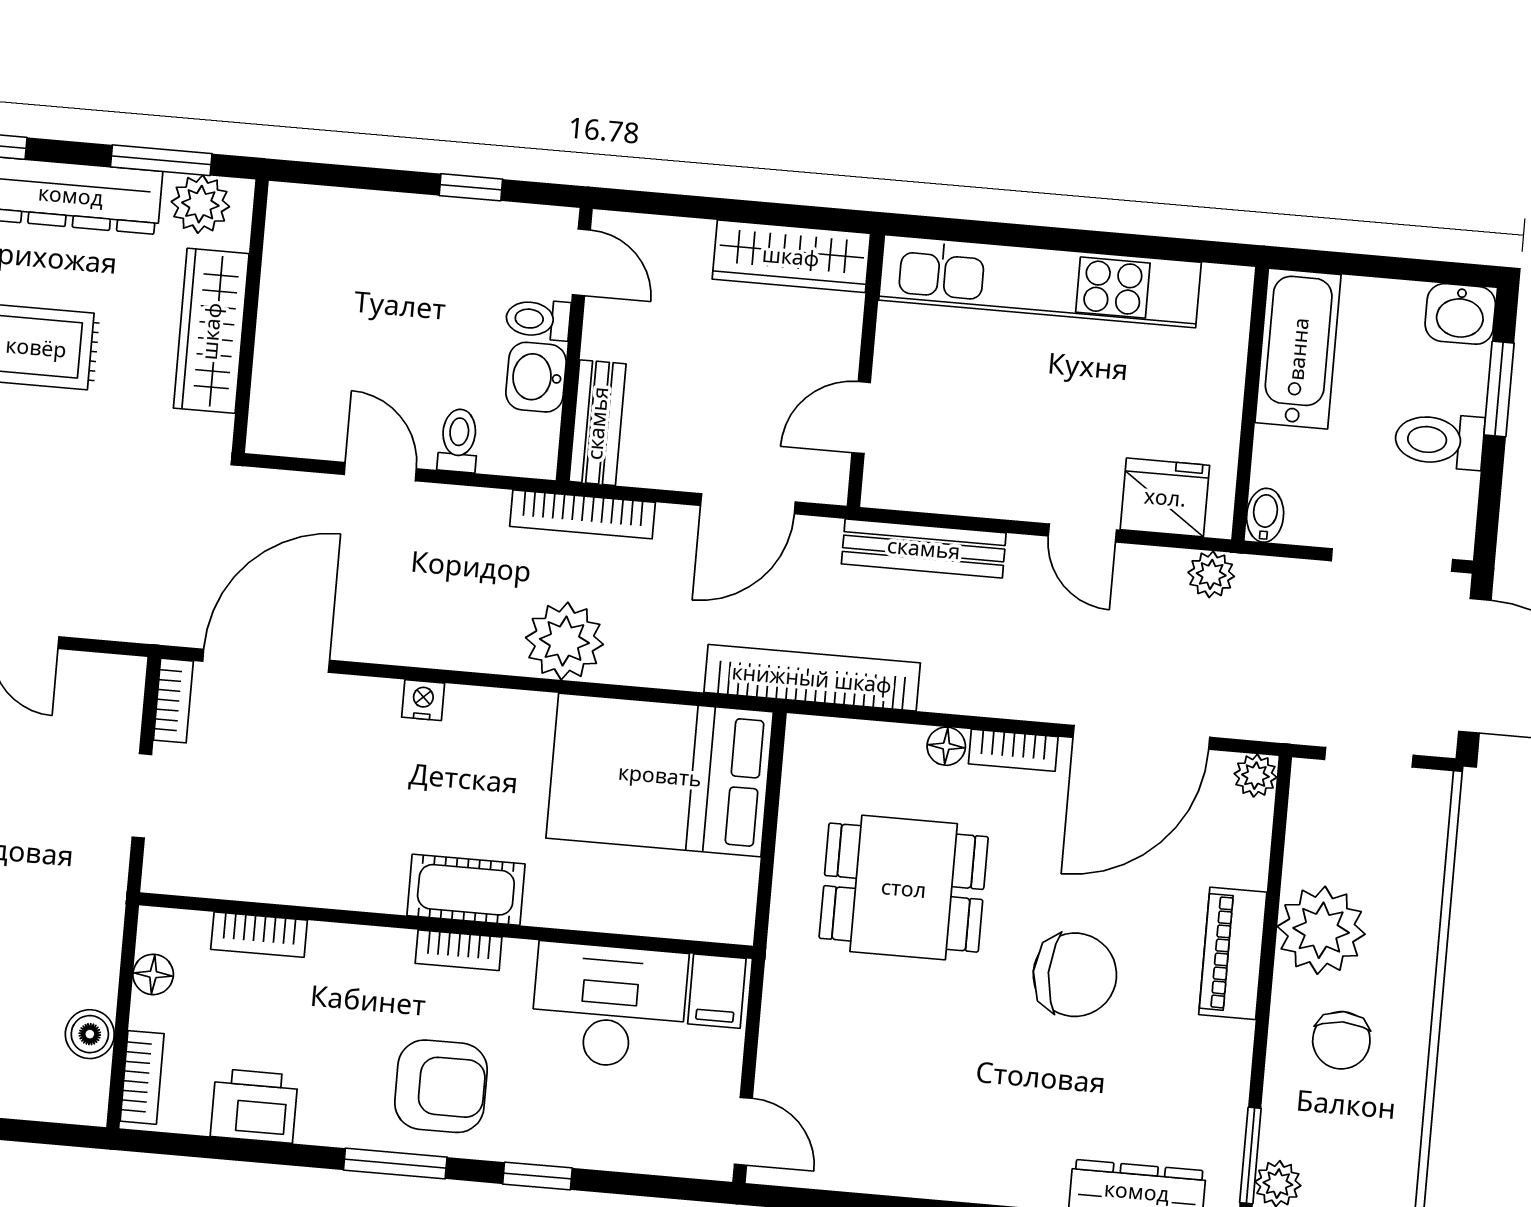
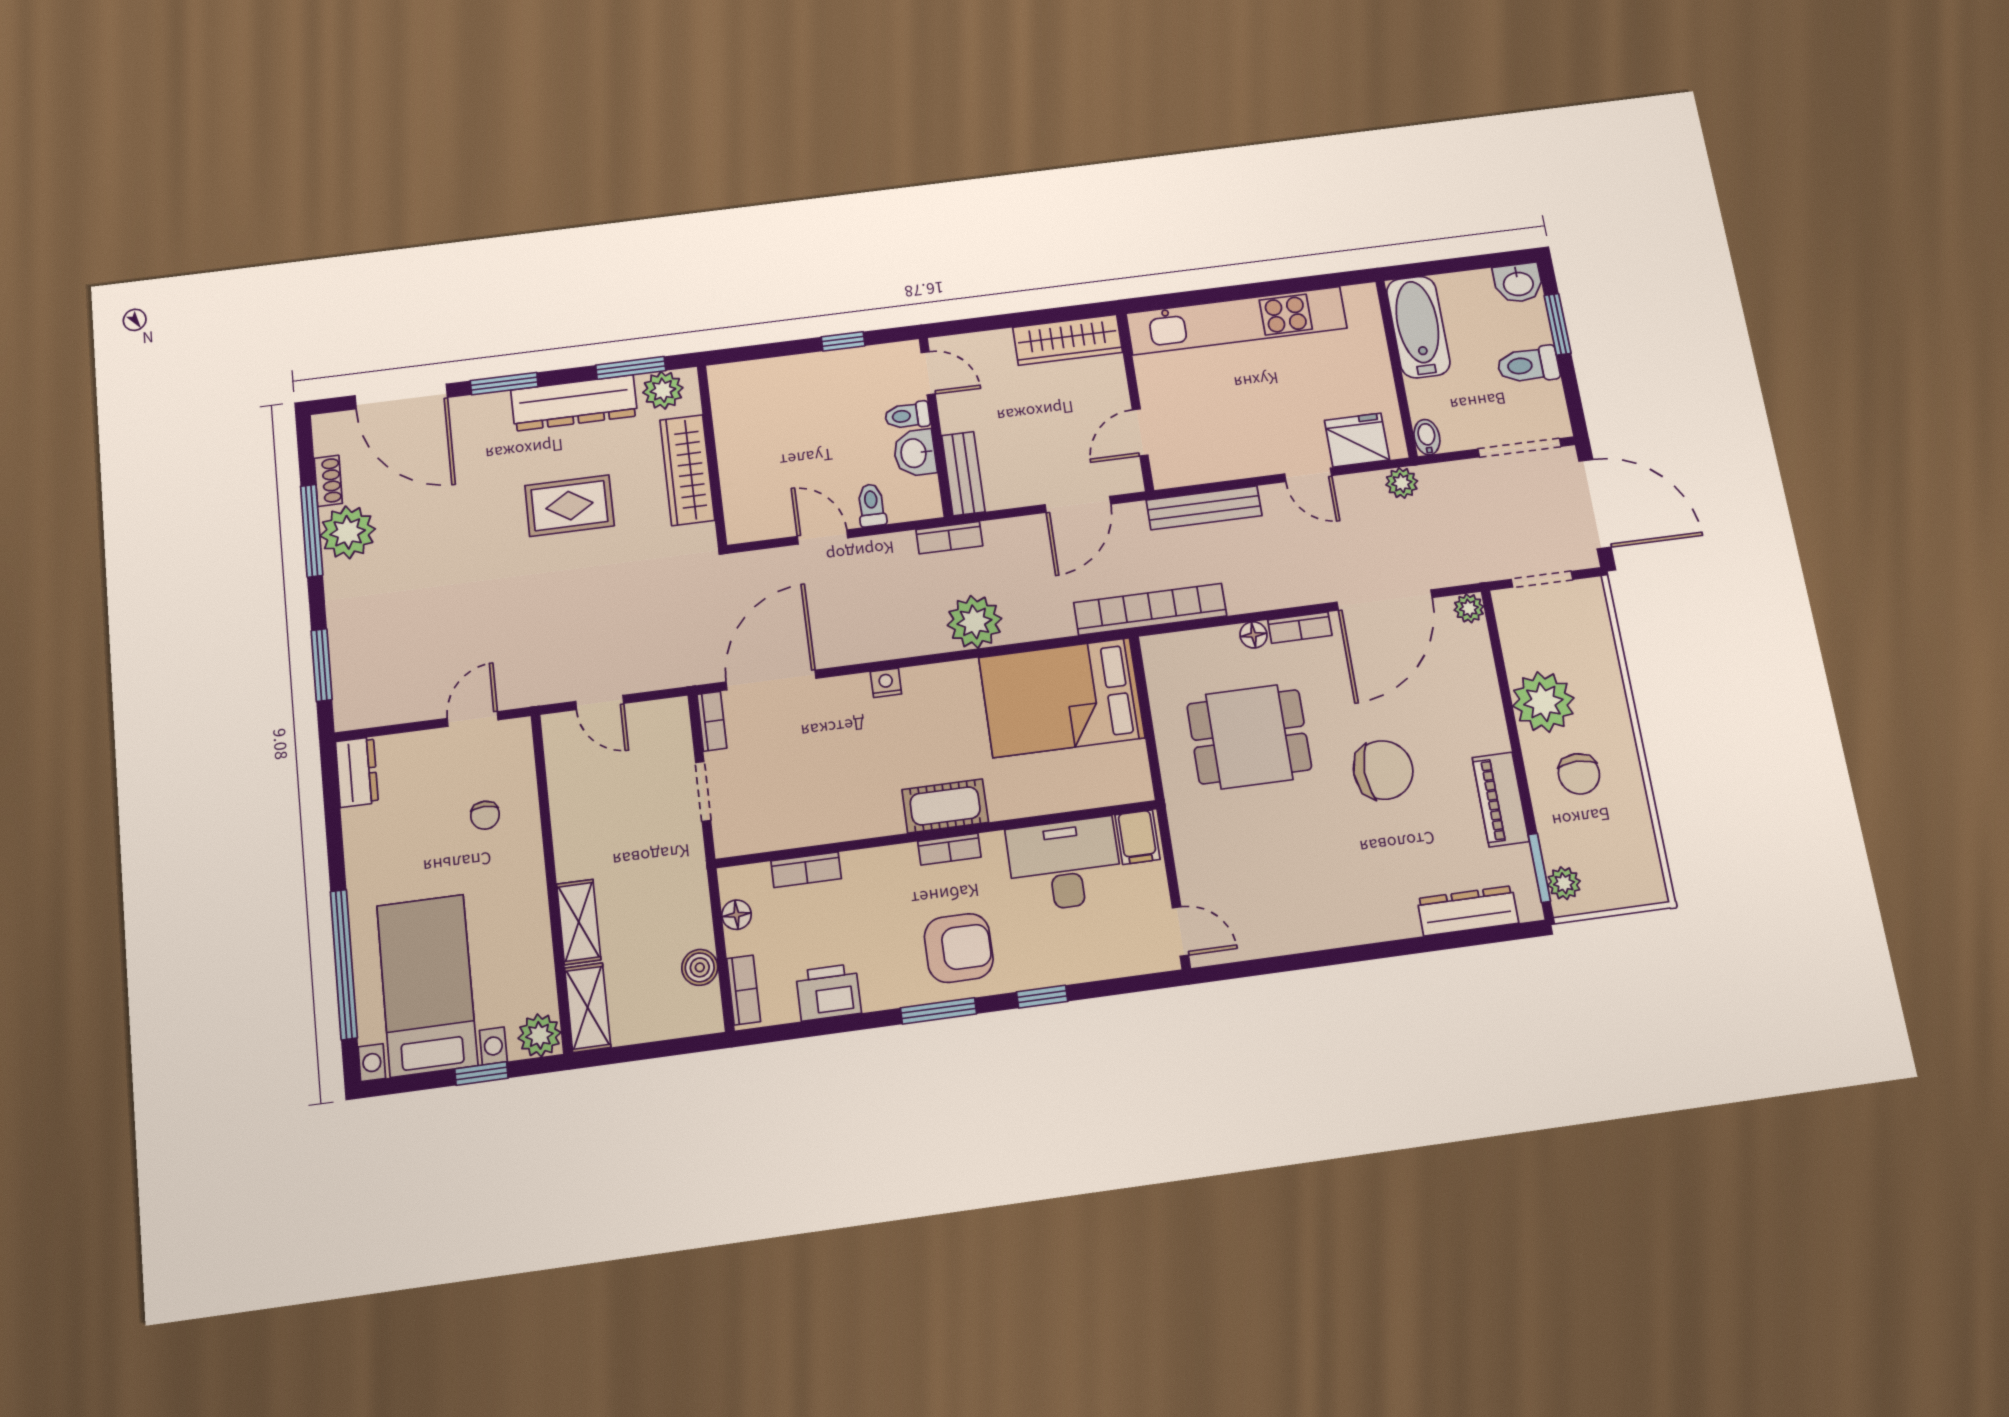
bookcase: (582, 514) -> (949, 538), width x0.64
piano: (1233, 953) -> (1501, 799), moved

